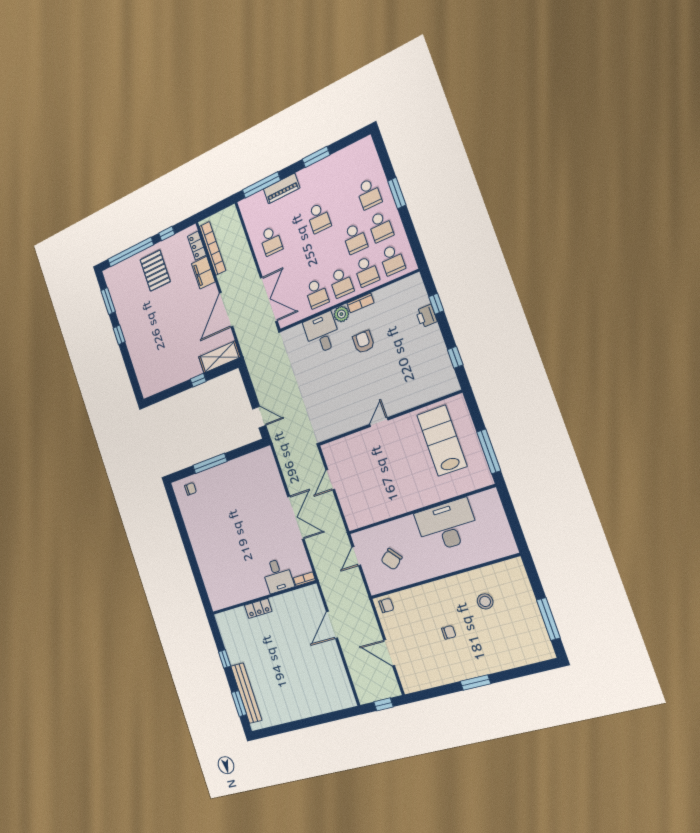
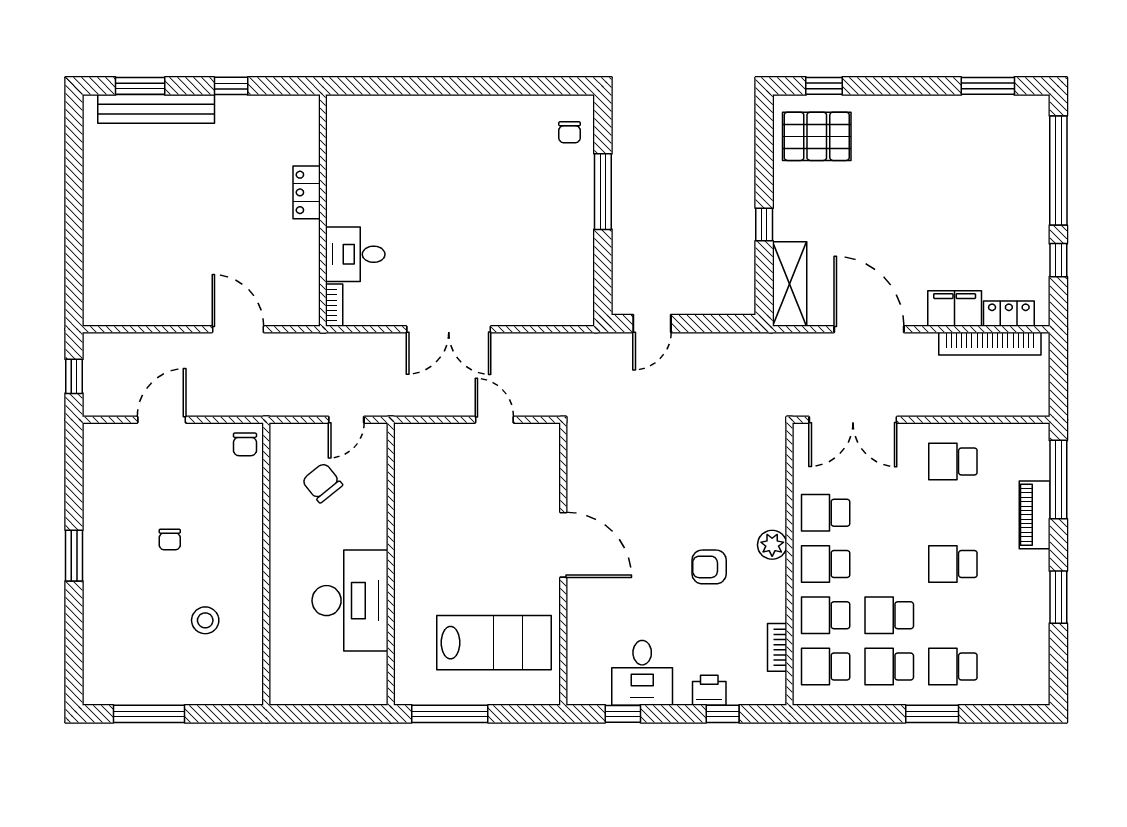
pallet: (155, 271) -> (817, 136), moved
bookcase: (361, 303) -> (777, 647), moved
desk: (322, 333) -> (642, 673), moved, turned 90
window: (119, 335) -> (824, 86), moved
armchair: (364, 342) -> (709, 567), turned 180
door: (379, 422) -> (563, 545), width x1.88
door: (356, 556) -> (346, 420), swing flipped

